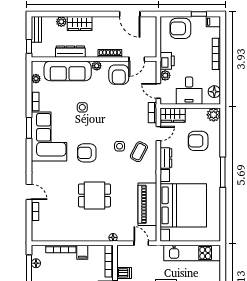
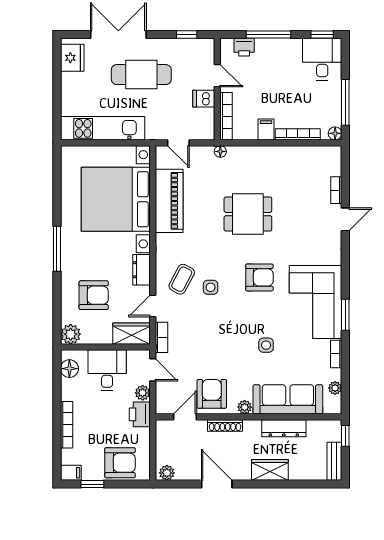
door: (130, 14) -> (217, 484), moved
plant: (61, 22) -> (167, 473), moved
door: (29, 192) -> (345, 219), swing flipped
floor lamp: (36, 263) -> (335, 133), moved

